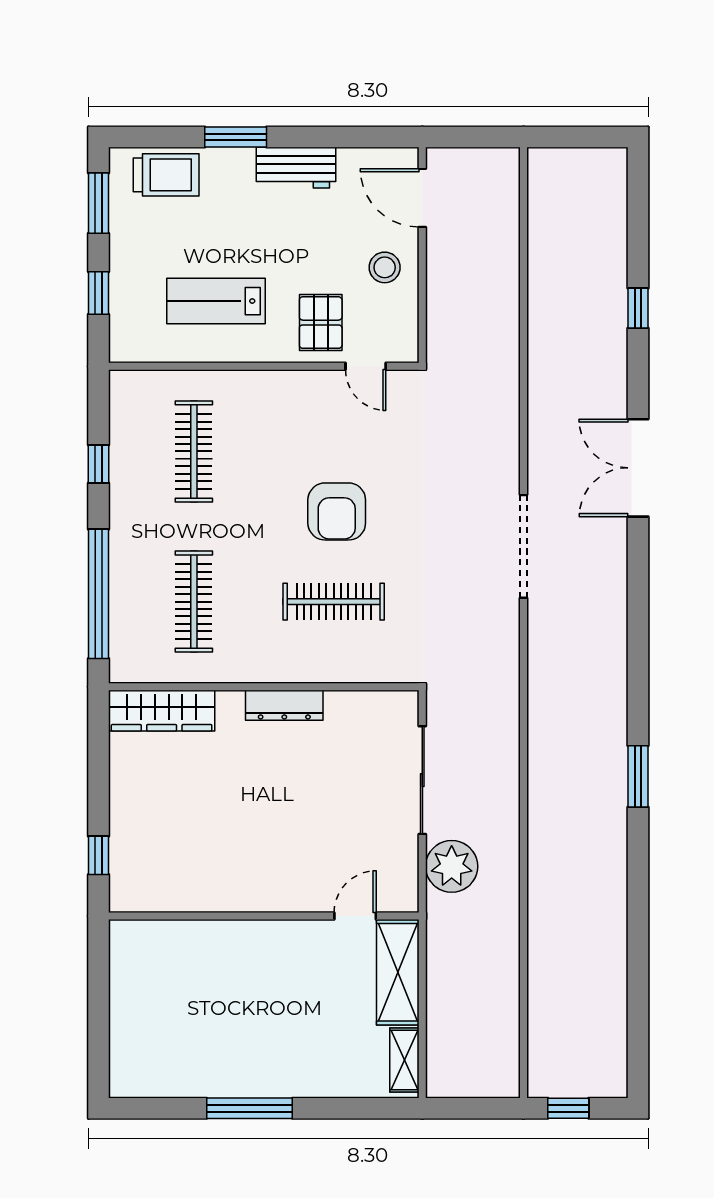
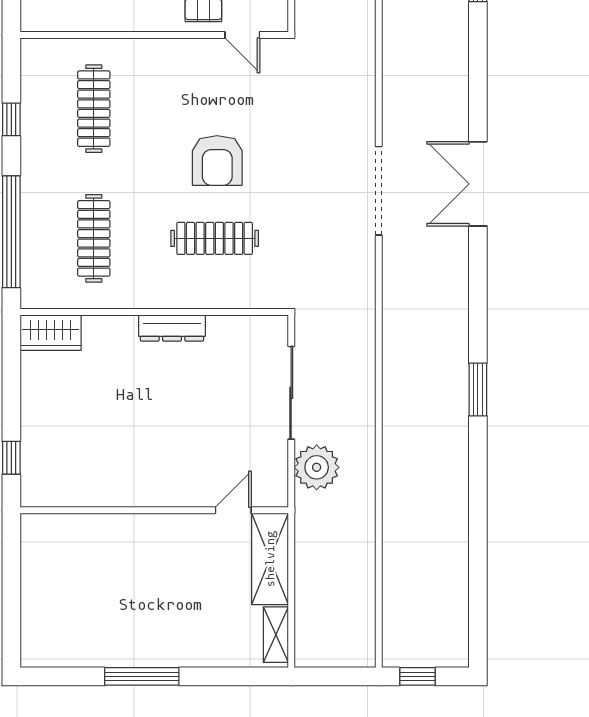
double door: (638, 468) -> (478, 184), moved
wardrobe: (162, 711) -> (51, 333), width x0.67

